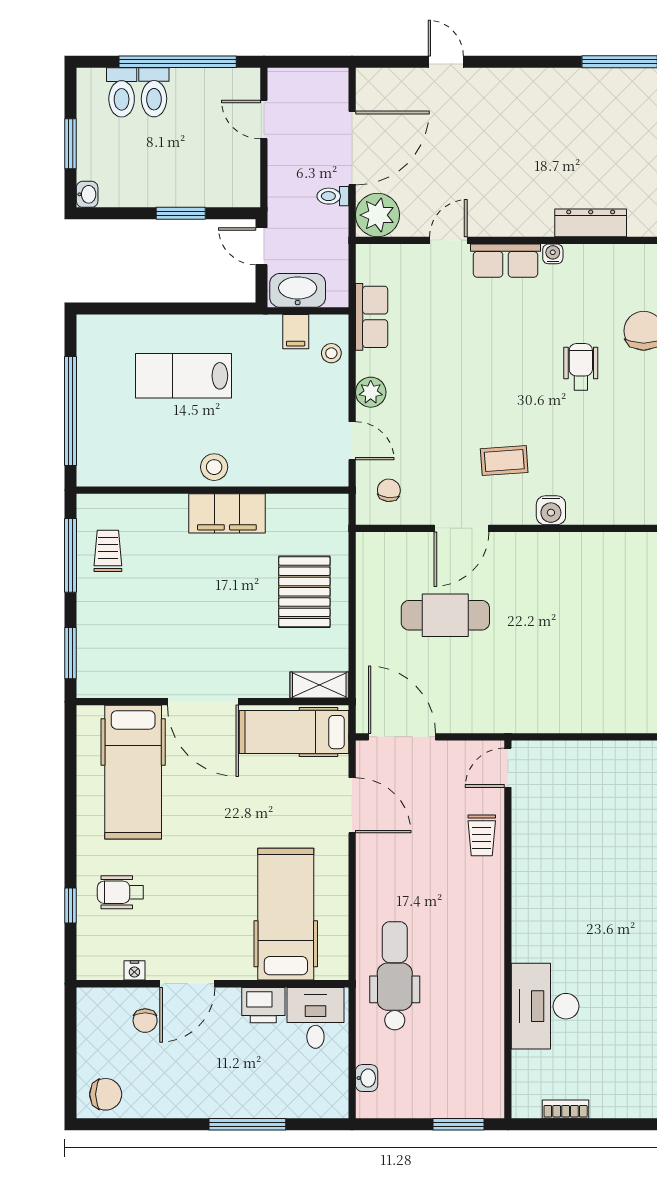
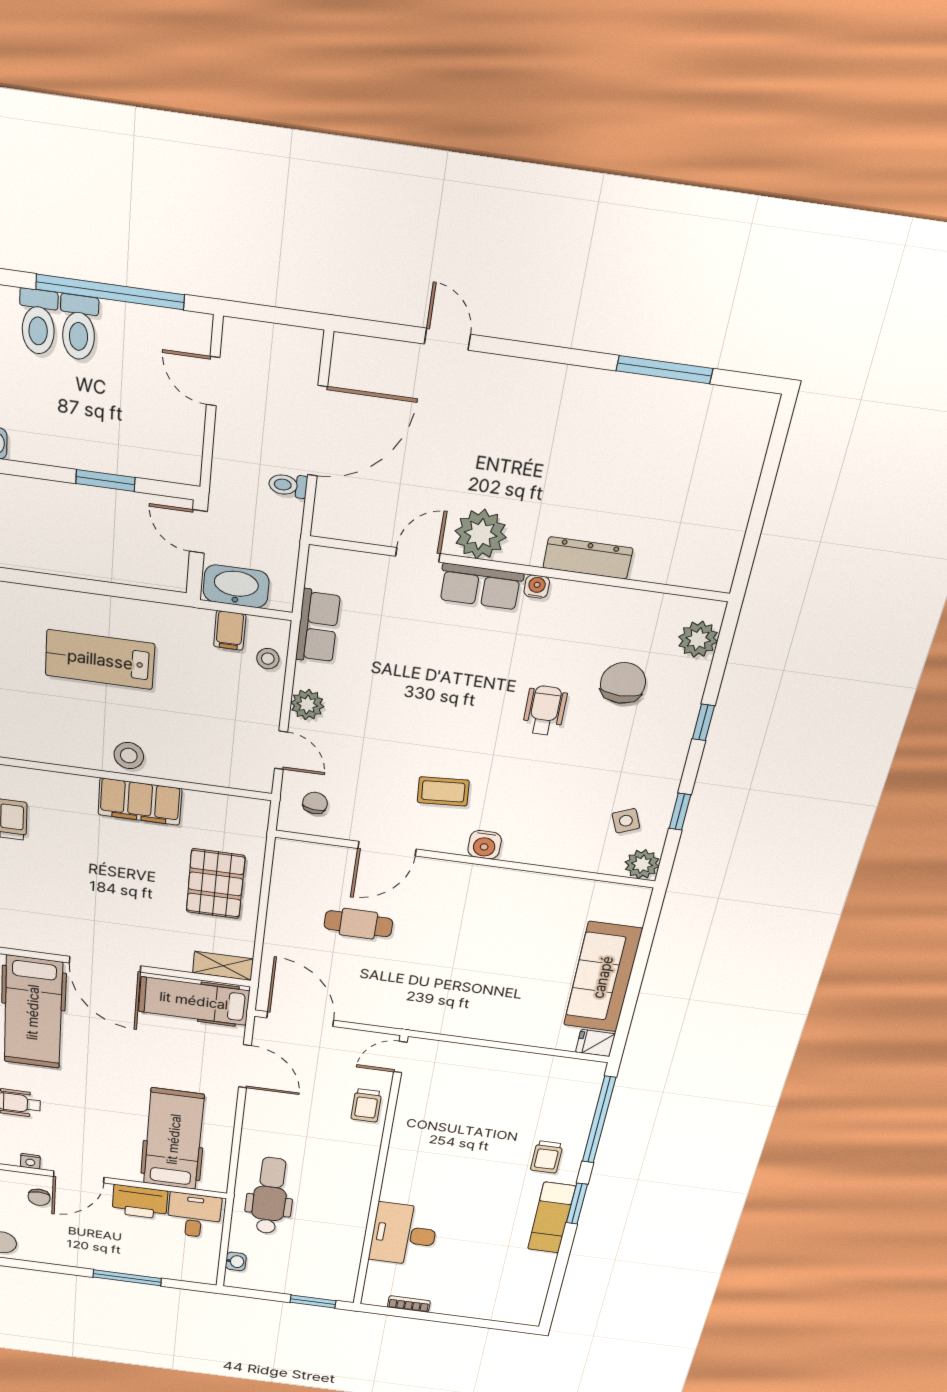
plant: (377, 215) -> (481, 534), moved
cafe table: (445, 615) -> (358, 924), width x0.73, depth x0.74
printer: (263, 1005) -> (140, 1202), width x1.37, depth x1.19

